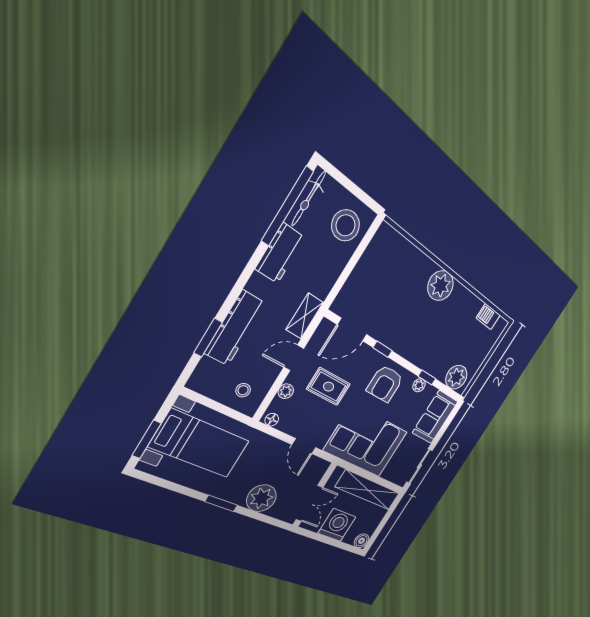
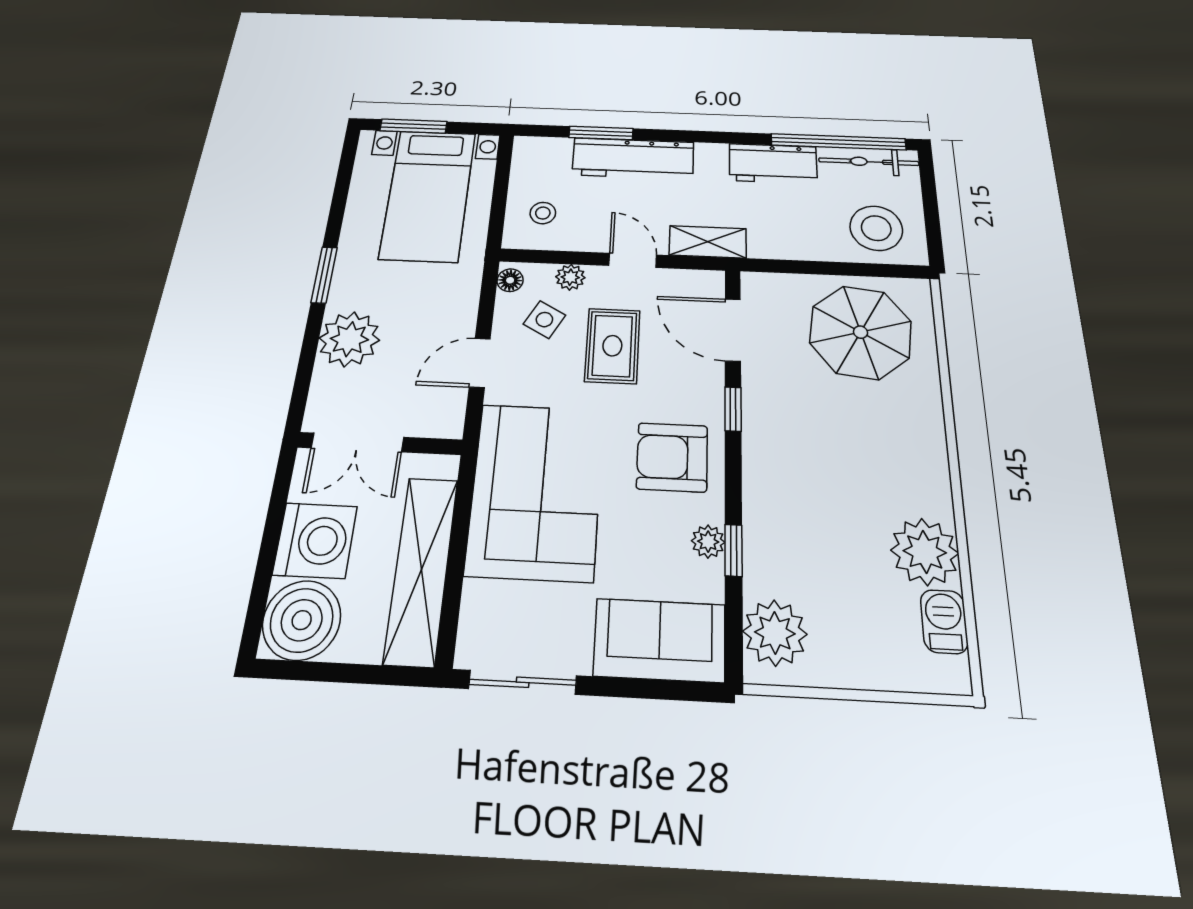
parasol: (386, 272) -> (861, 332), added
plant: (441, 286) -> (925, 552), moved
side table: (300, 411) -> (544, 320), added
boiler: (362, 541) -> (302, 620), width x1.86, depth x1.86

